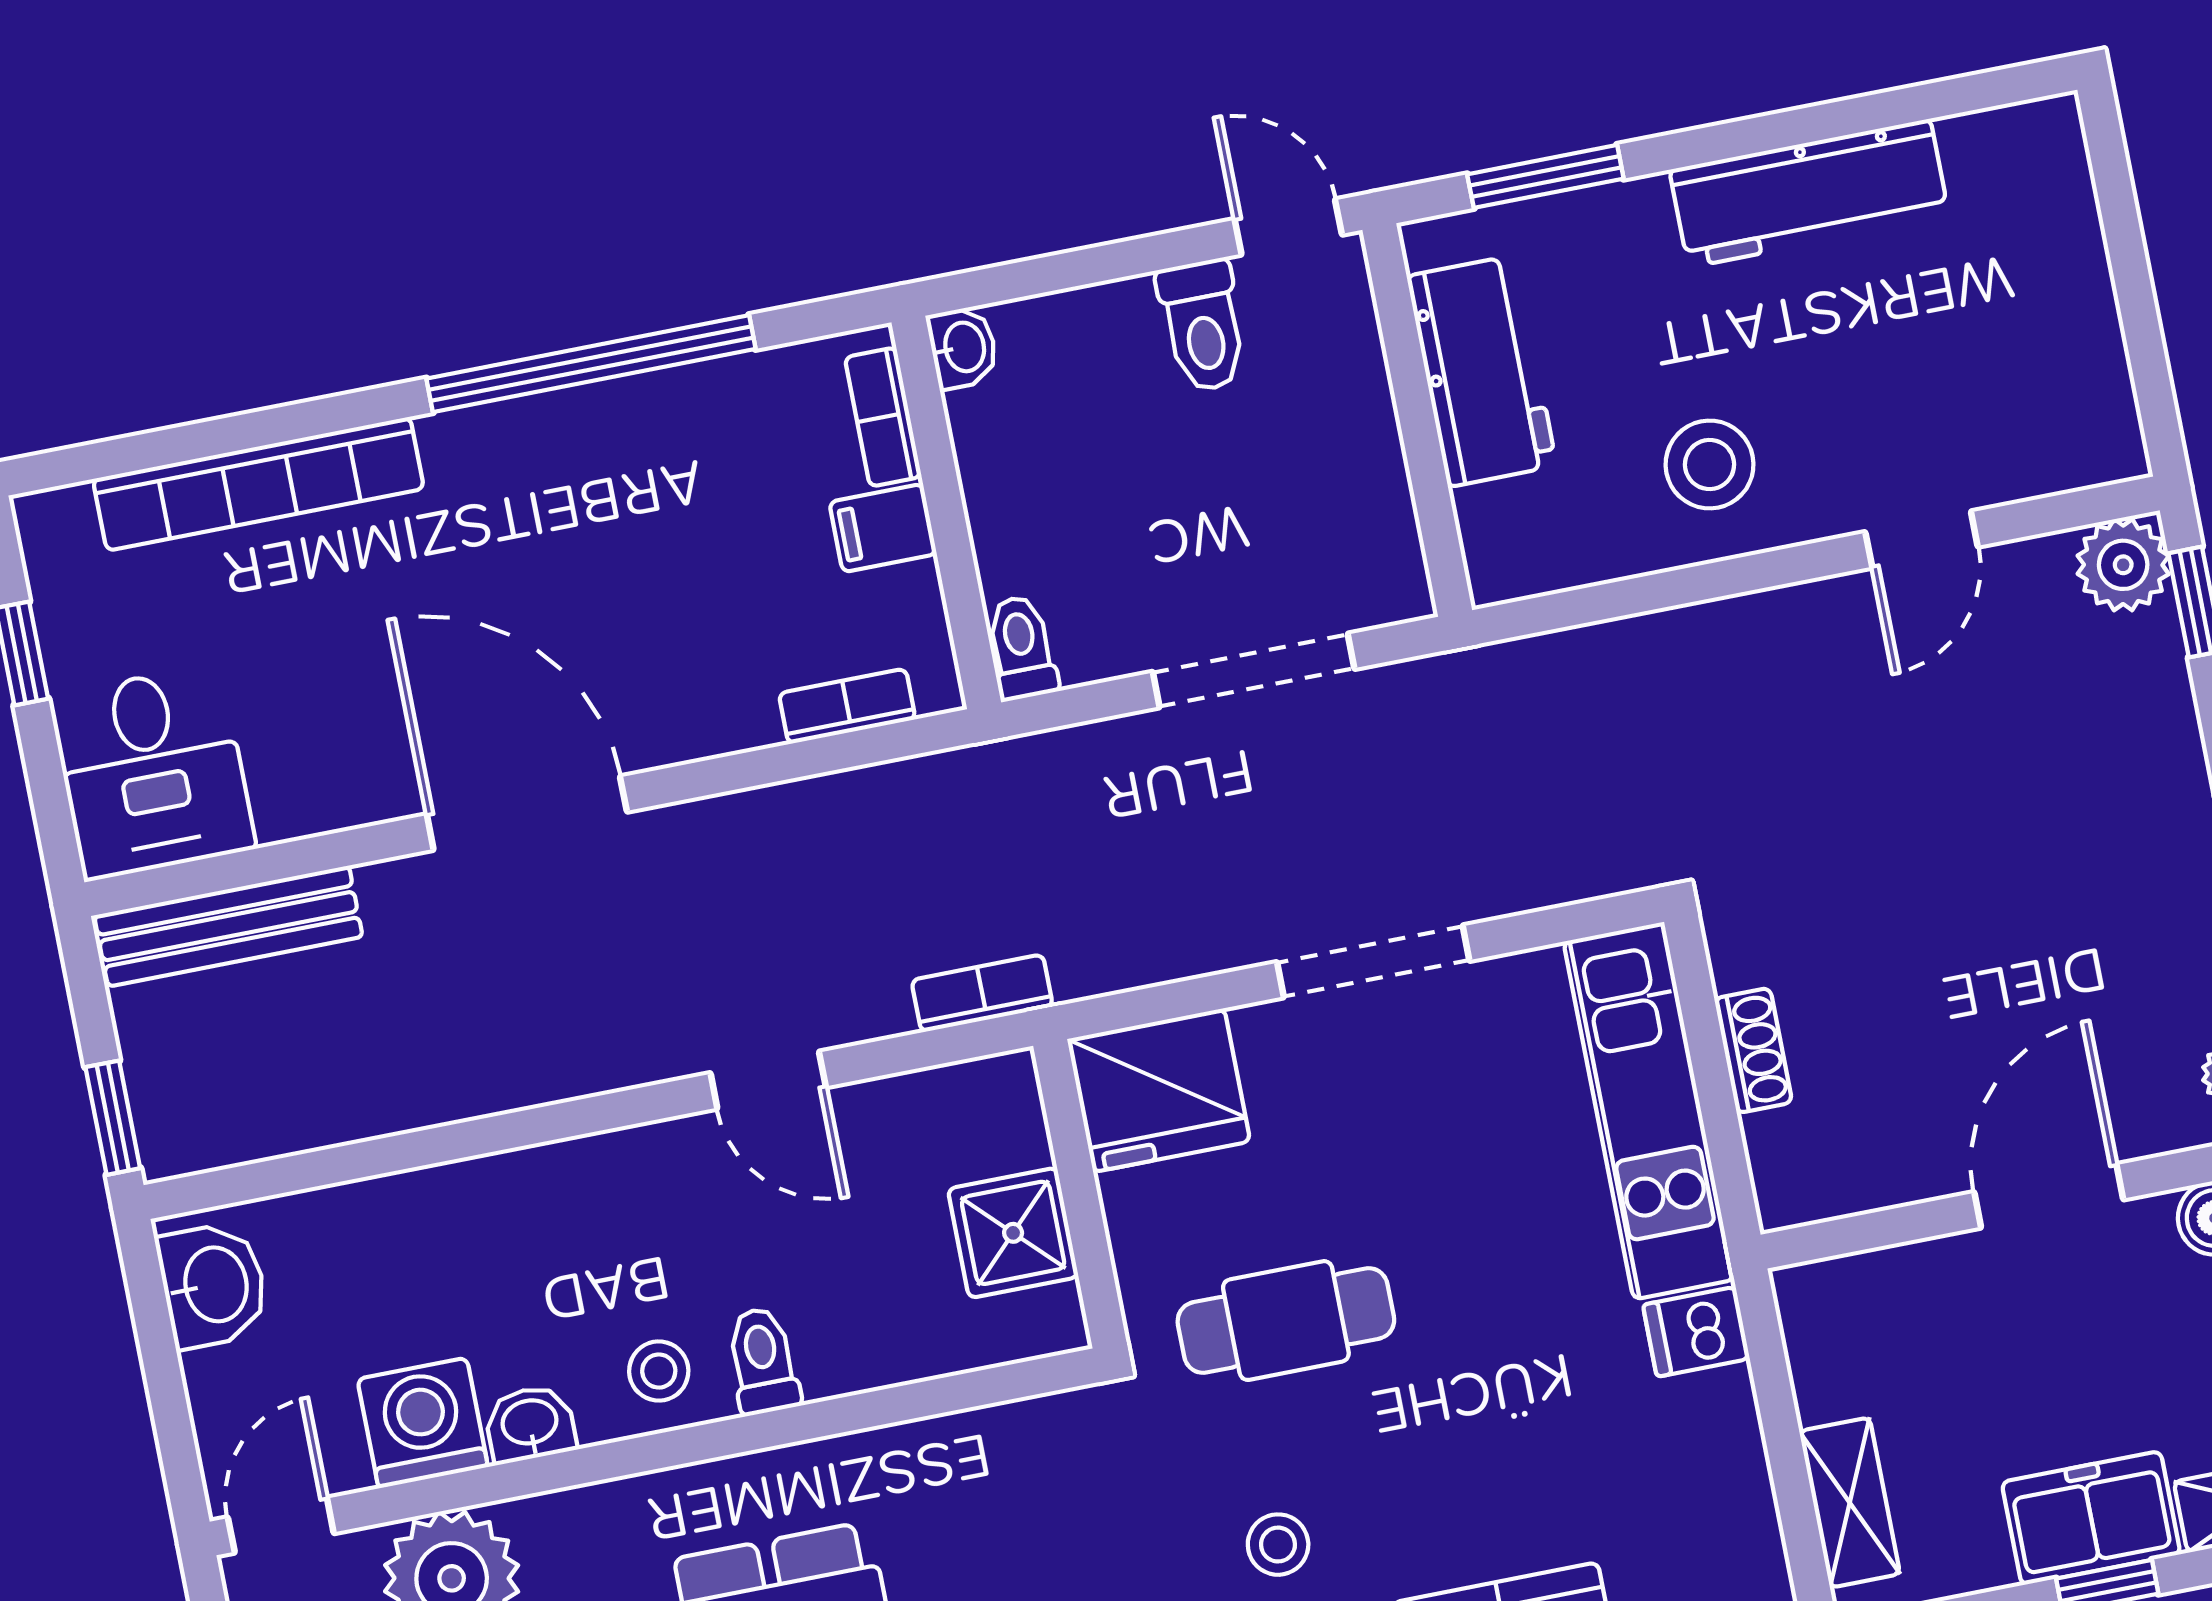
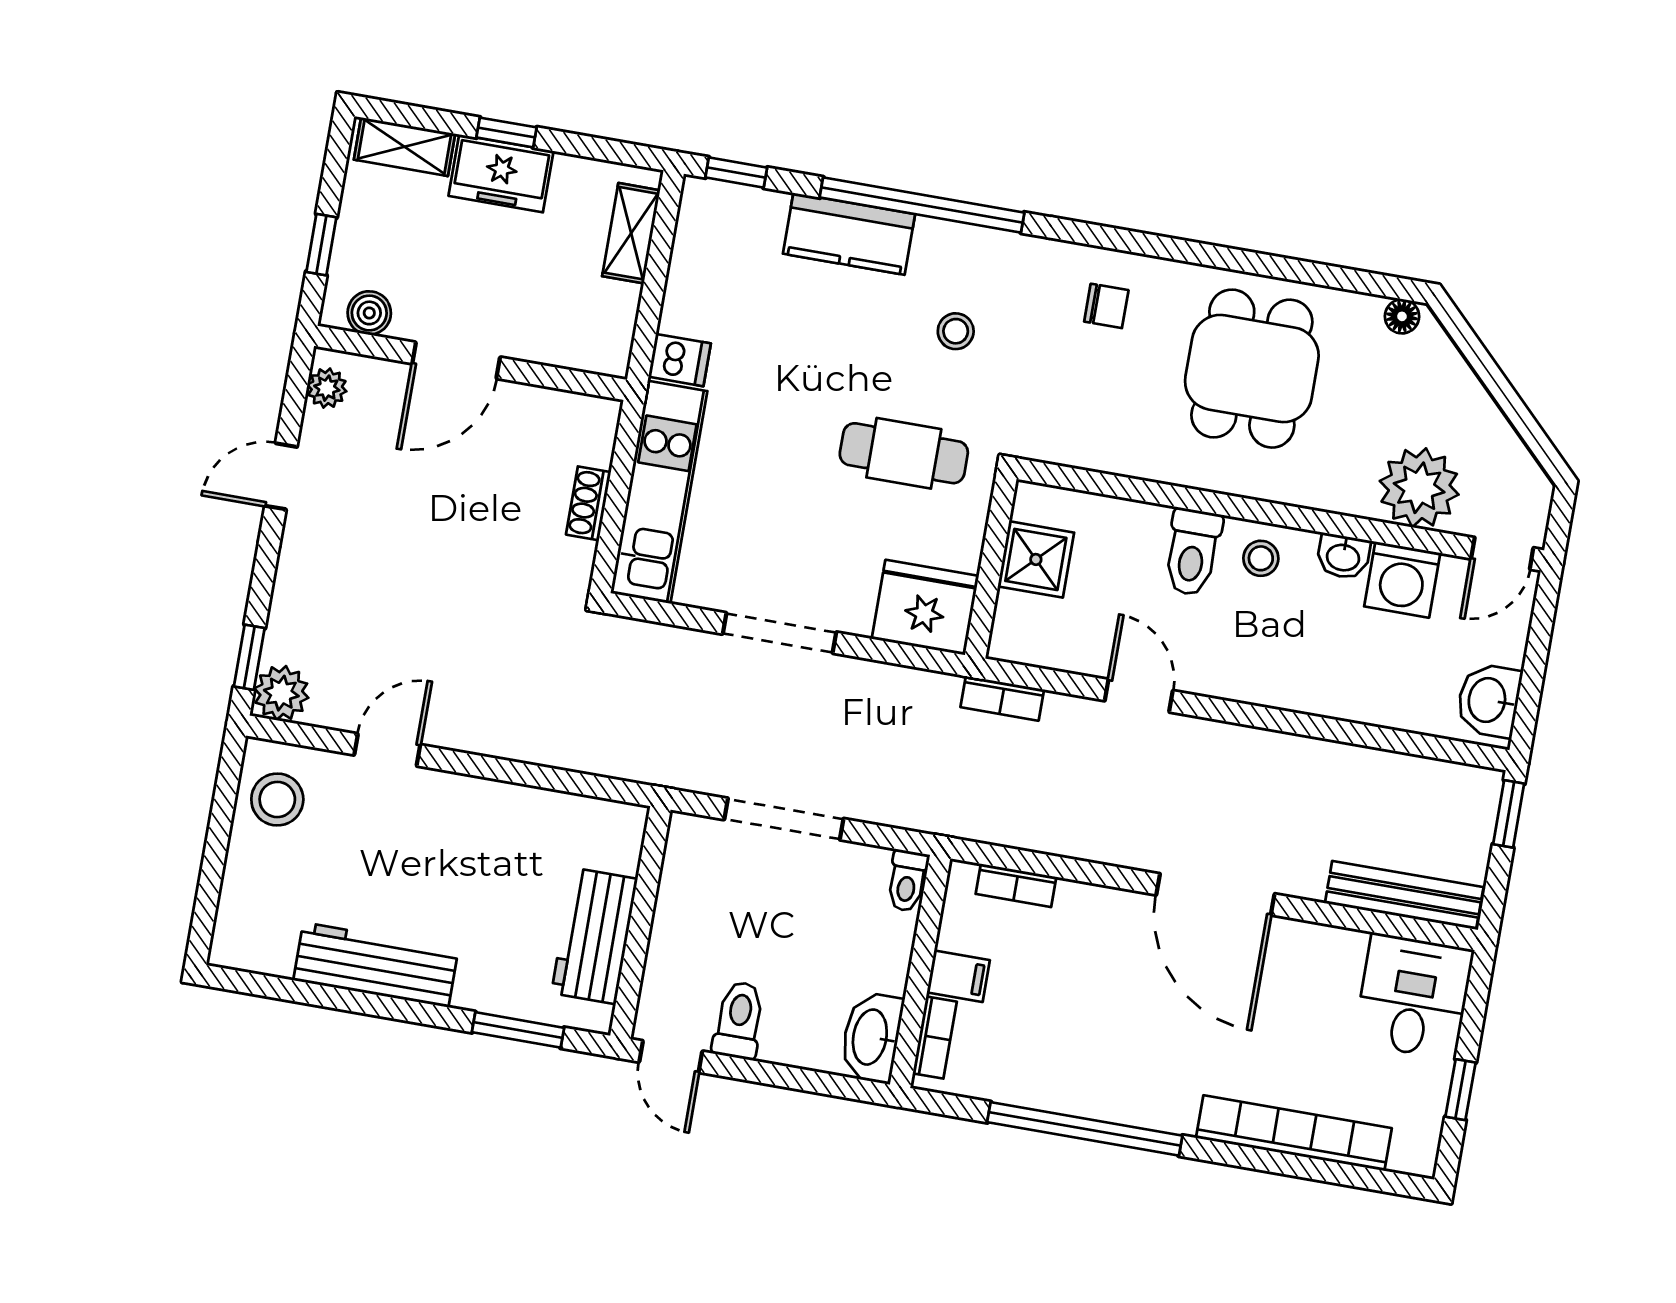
washbasin: (963, 347) -> (871, 1037), width x1.91, depth x1.45
stool: (1710, 464) -> (277, 800), moved
toilet: (763, 1361) -> (1192, 552), width x1.37, depth x1.39

